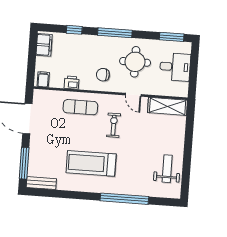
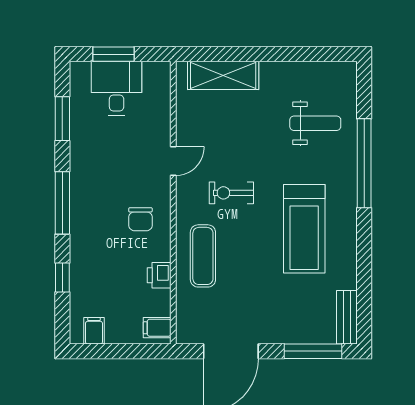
window: (172, 37) -> (62, 119), moved
filing cabinet: (44, 45) -> (94, 331), width x0.50
round table: (135, 62) -> (113, 162), removed
window: (194, 67) -> (114, 54), added
shelving: (168, 106) -> (223, 75), moved, turned 90
weight bench: (167, 169) -> (315, 123), moved, turned 180

